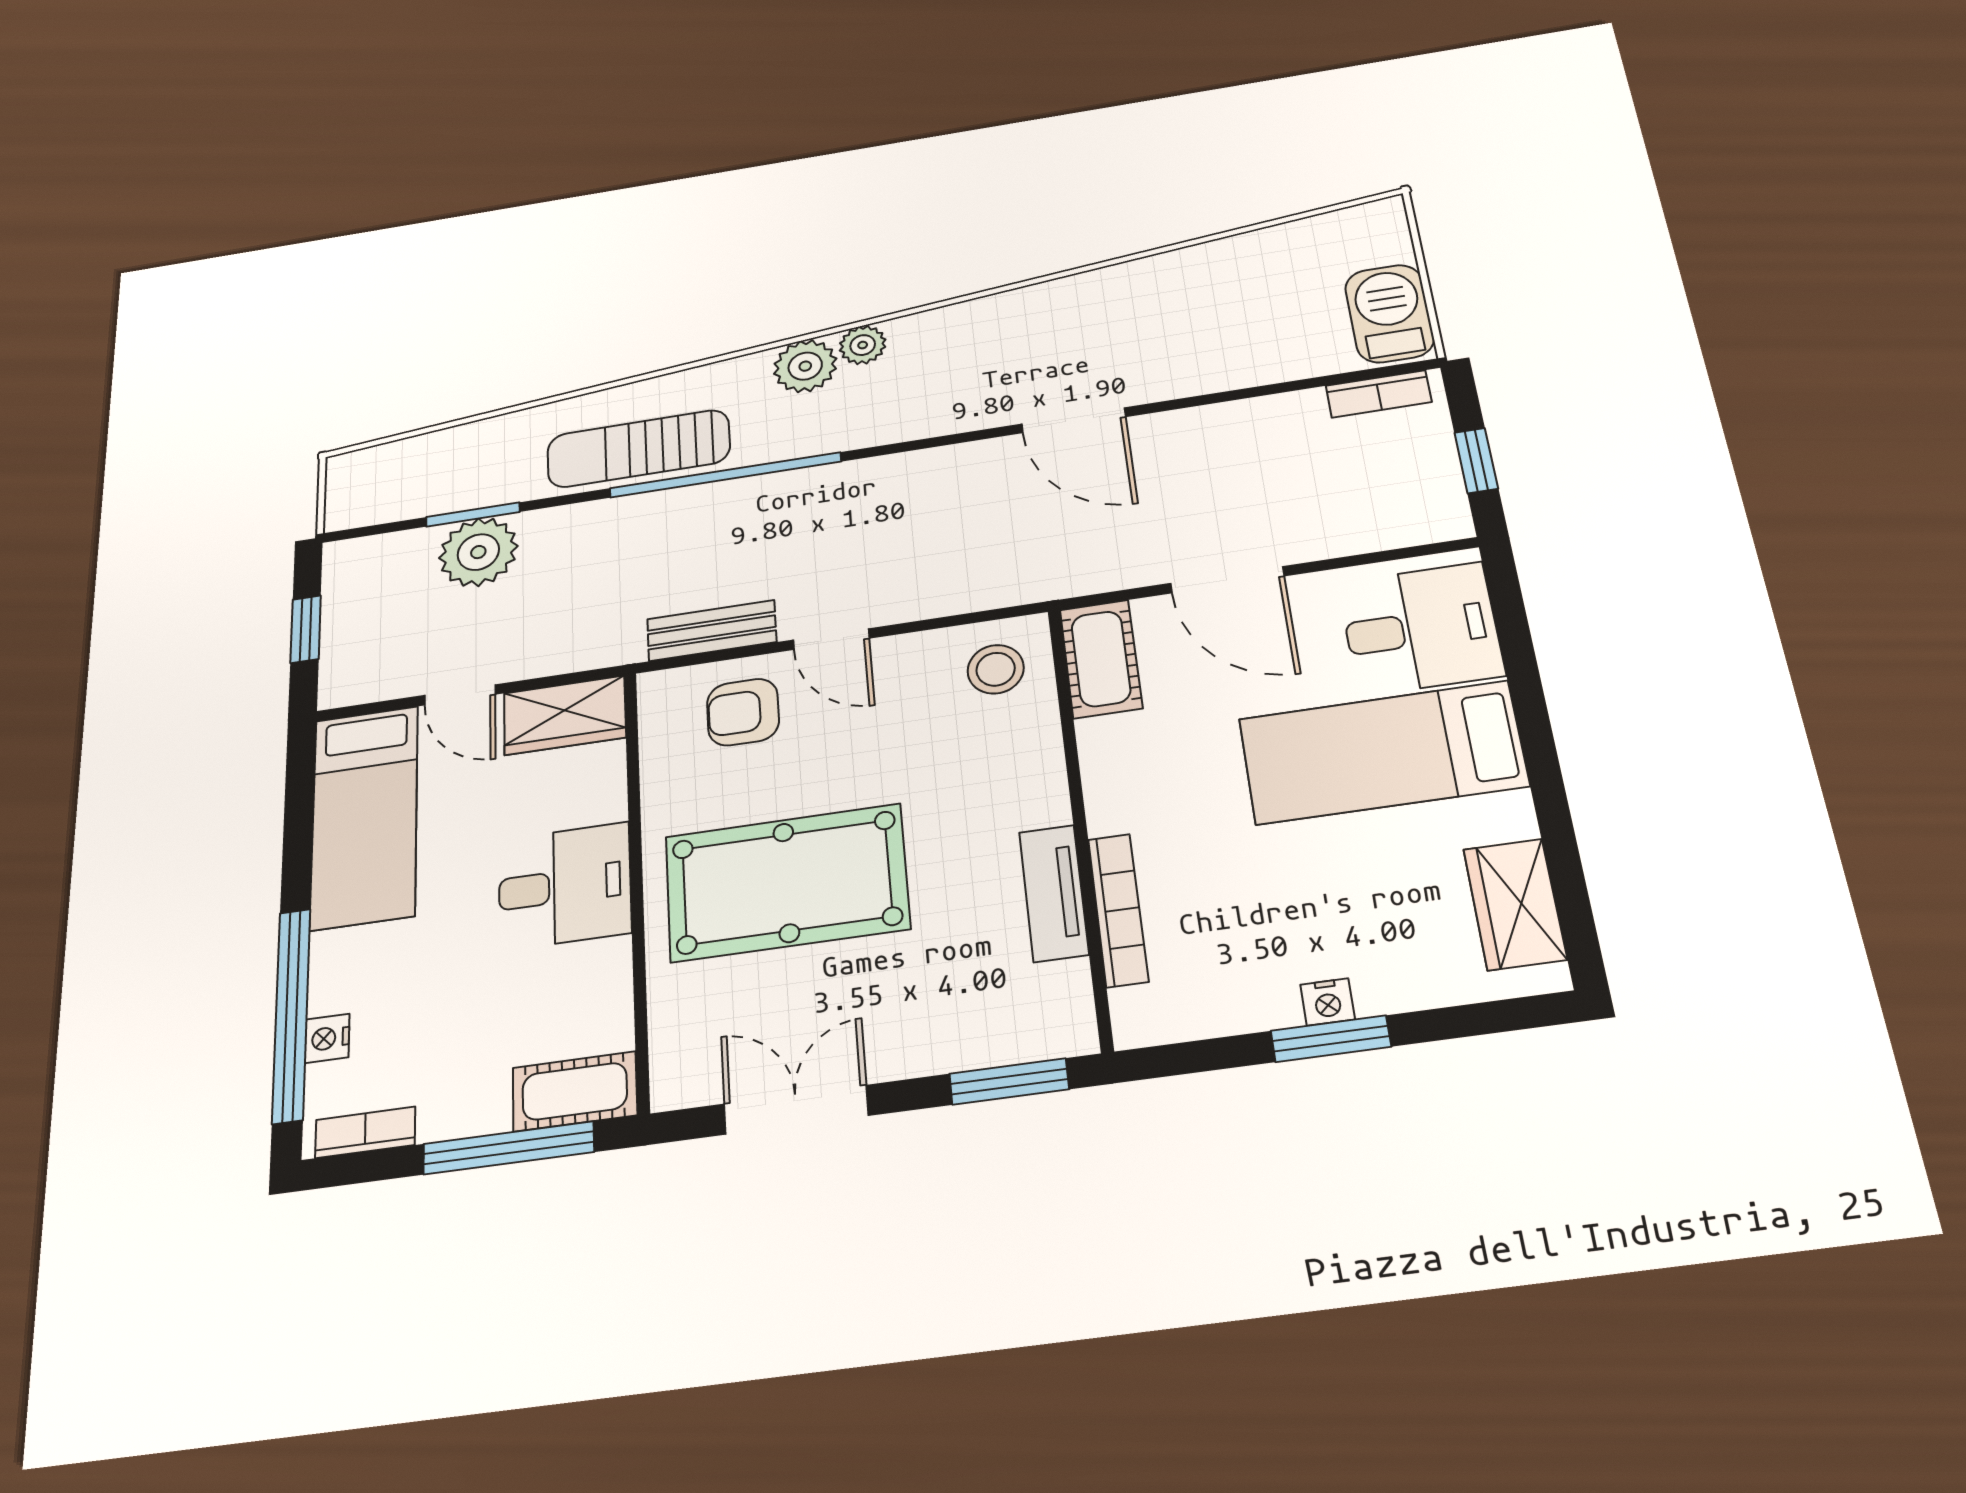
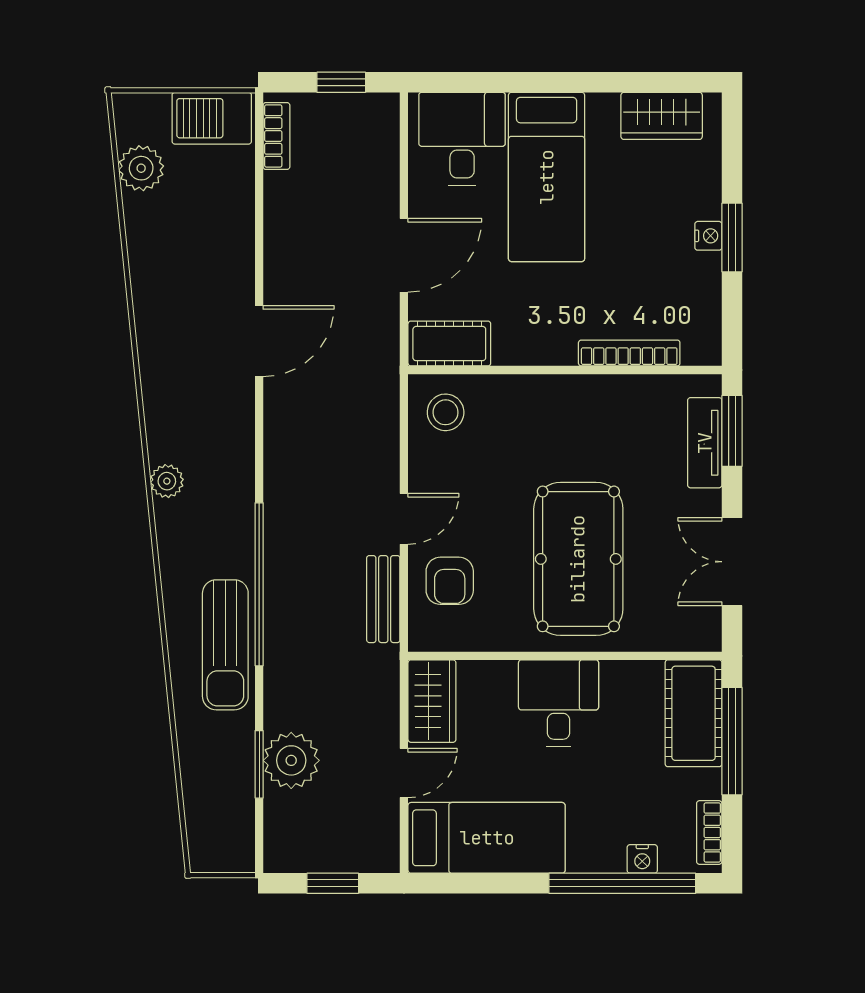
plant: (805, 366) -> (141, 168), moved
tv unit: (1054, 893) -> (705, 443), moved, turned 90
cot: (575, 1091) -> (694, 713), width x1.37, depth x1.34

